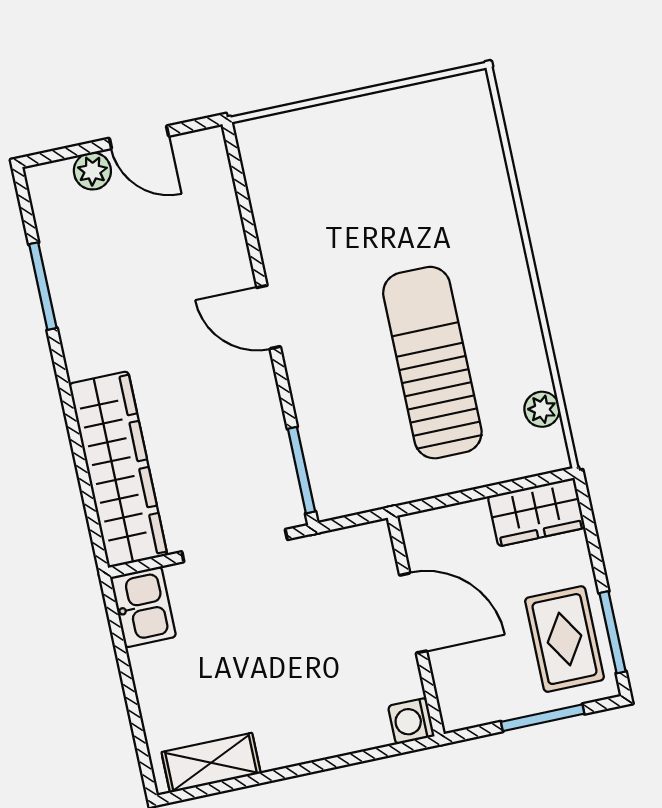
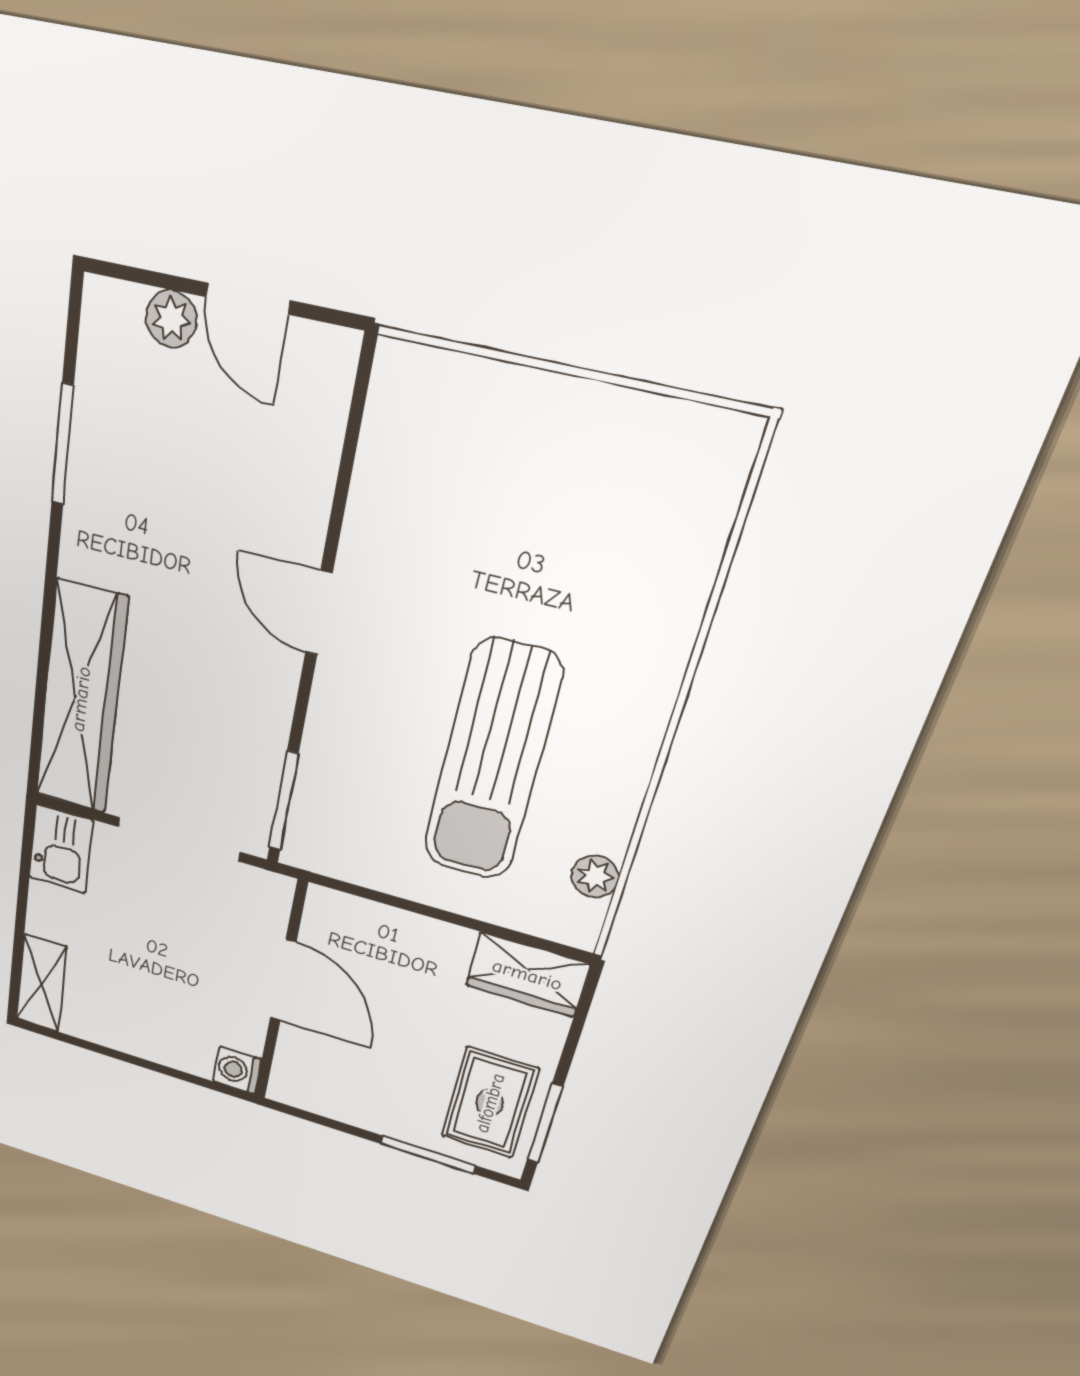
sun lounger: (432, 363) -> (491, 762), turned 180
door: (413, 613) -> (283, 980), moved
wall: (416, 626) -> (280, 993), moved
washing machine: (411, 721) -> (237, 1070), moved
shelving: (211, 763) -> (41, 983), moved, turned 90

